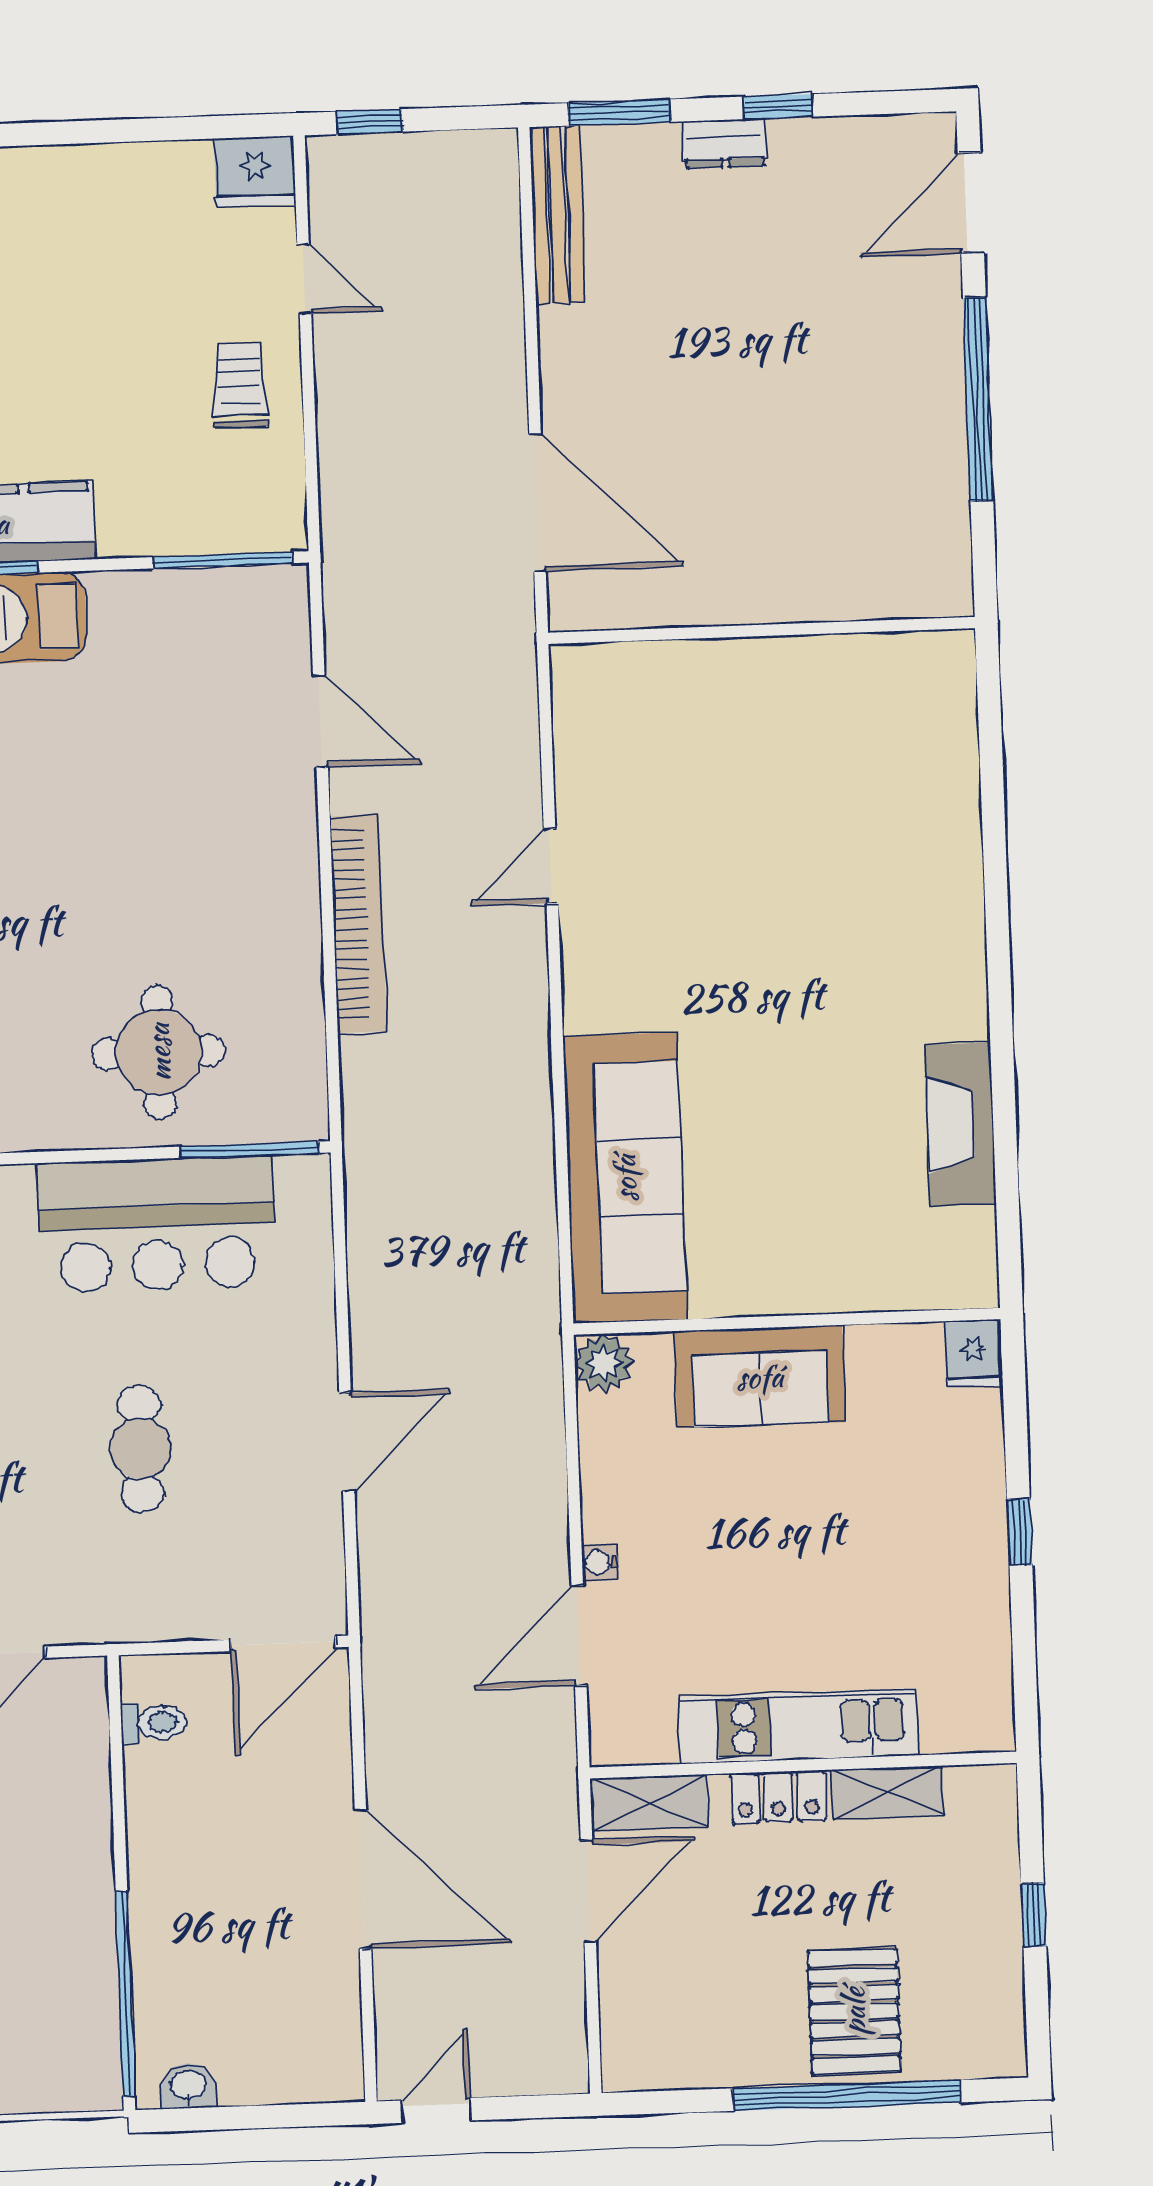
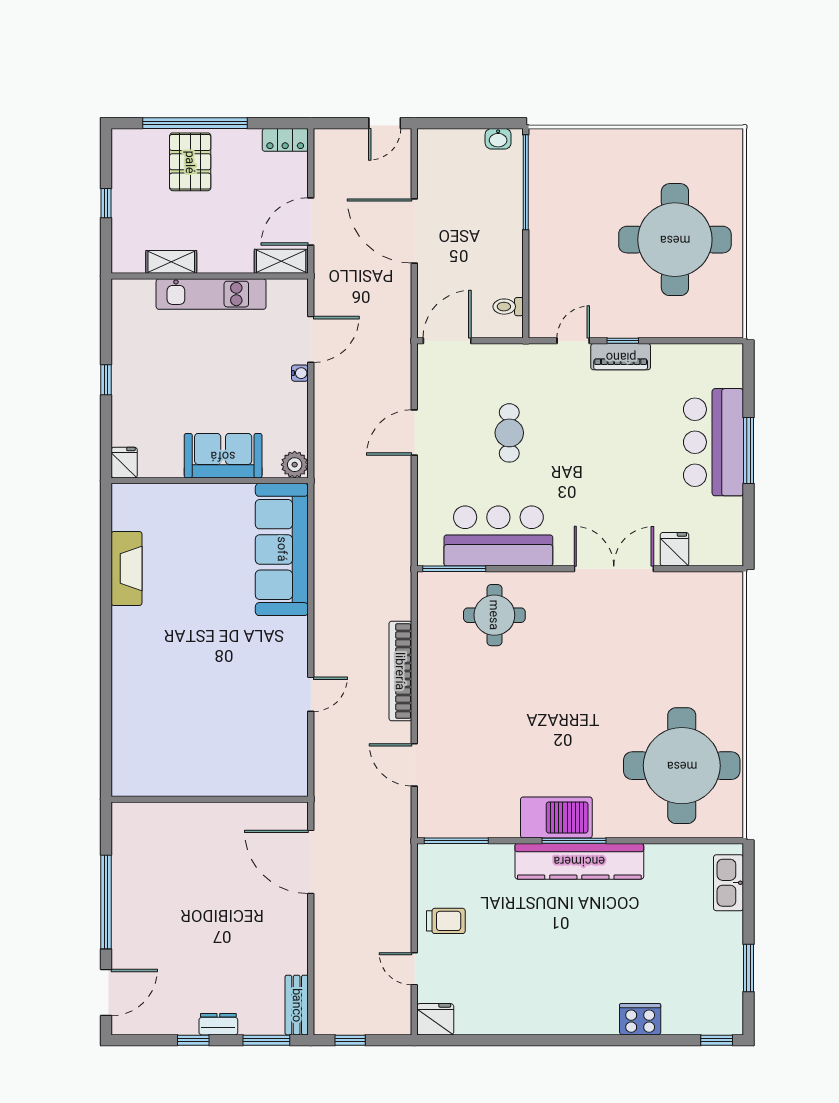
window: (370, 122) -> (350, 1040), moved
bench: (557, 215) -> (297, 1005), width x0.73
trolley: (240, 385) -> (446, 921), turned -90
locker: (778, 1797) -> (285, 140), moved, turned 180

